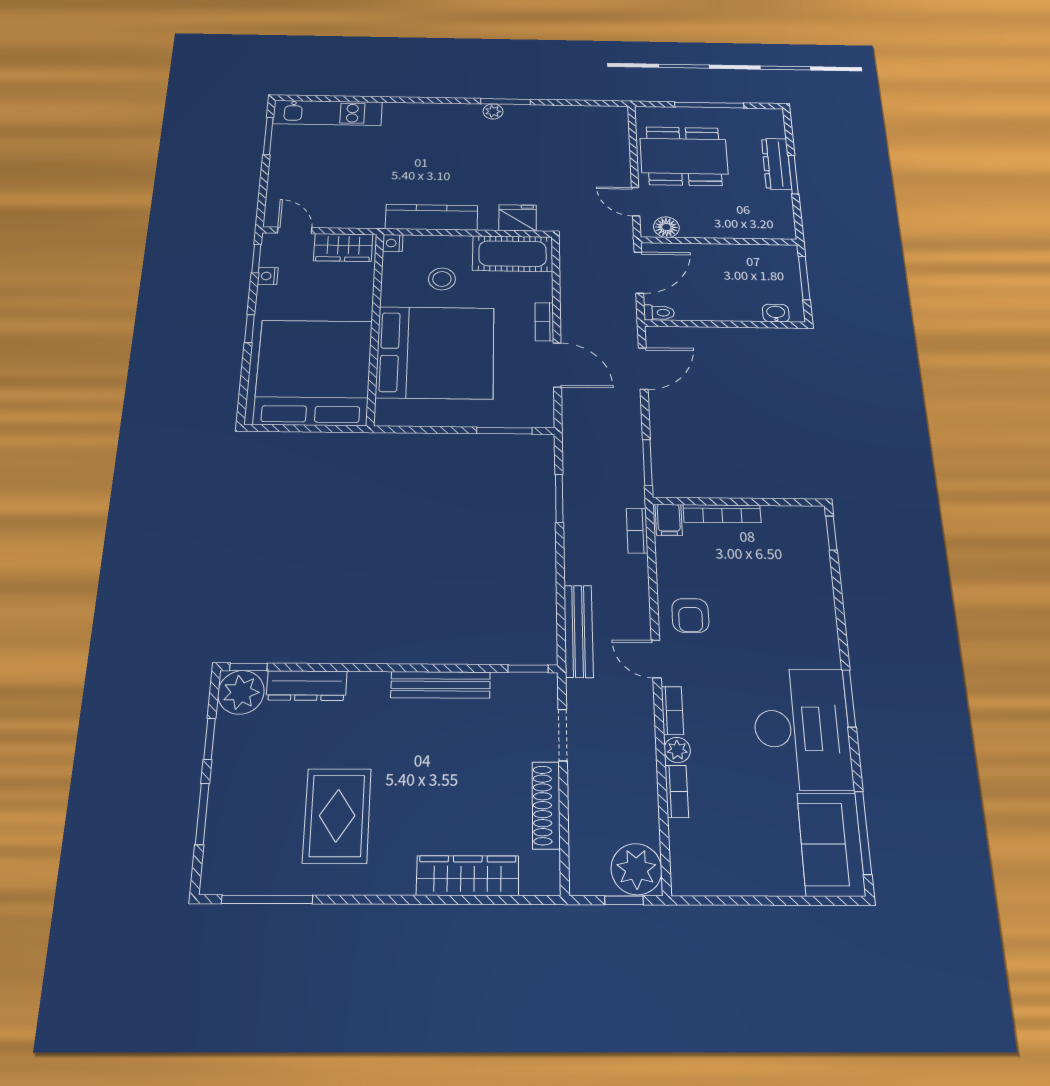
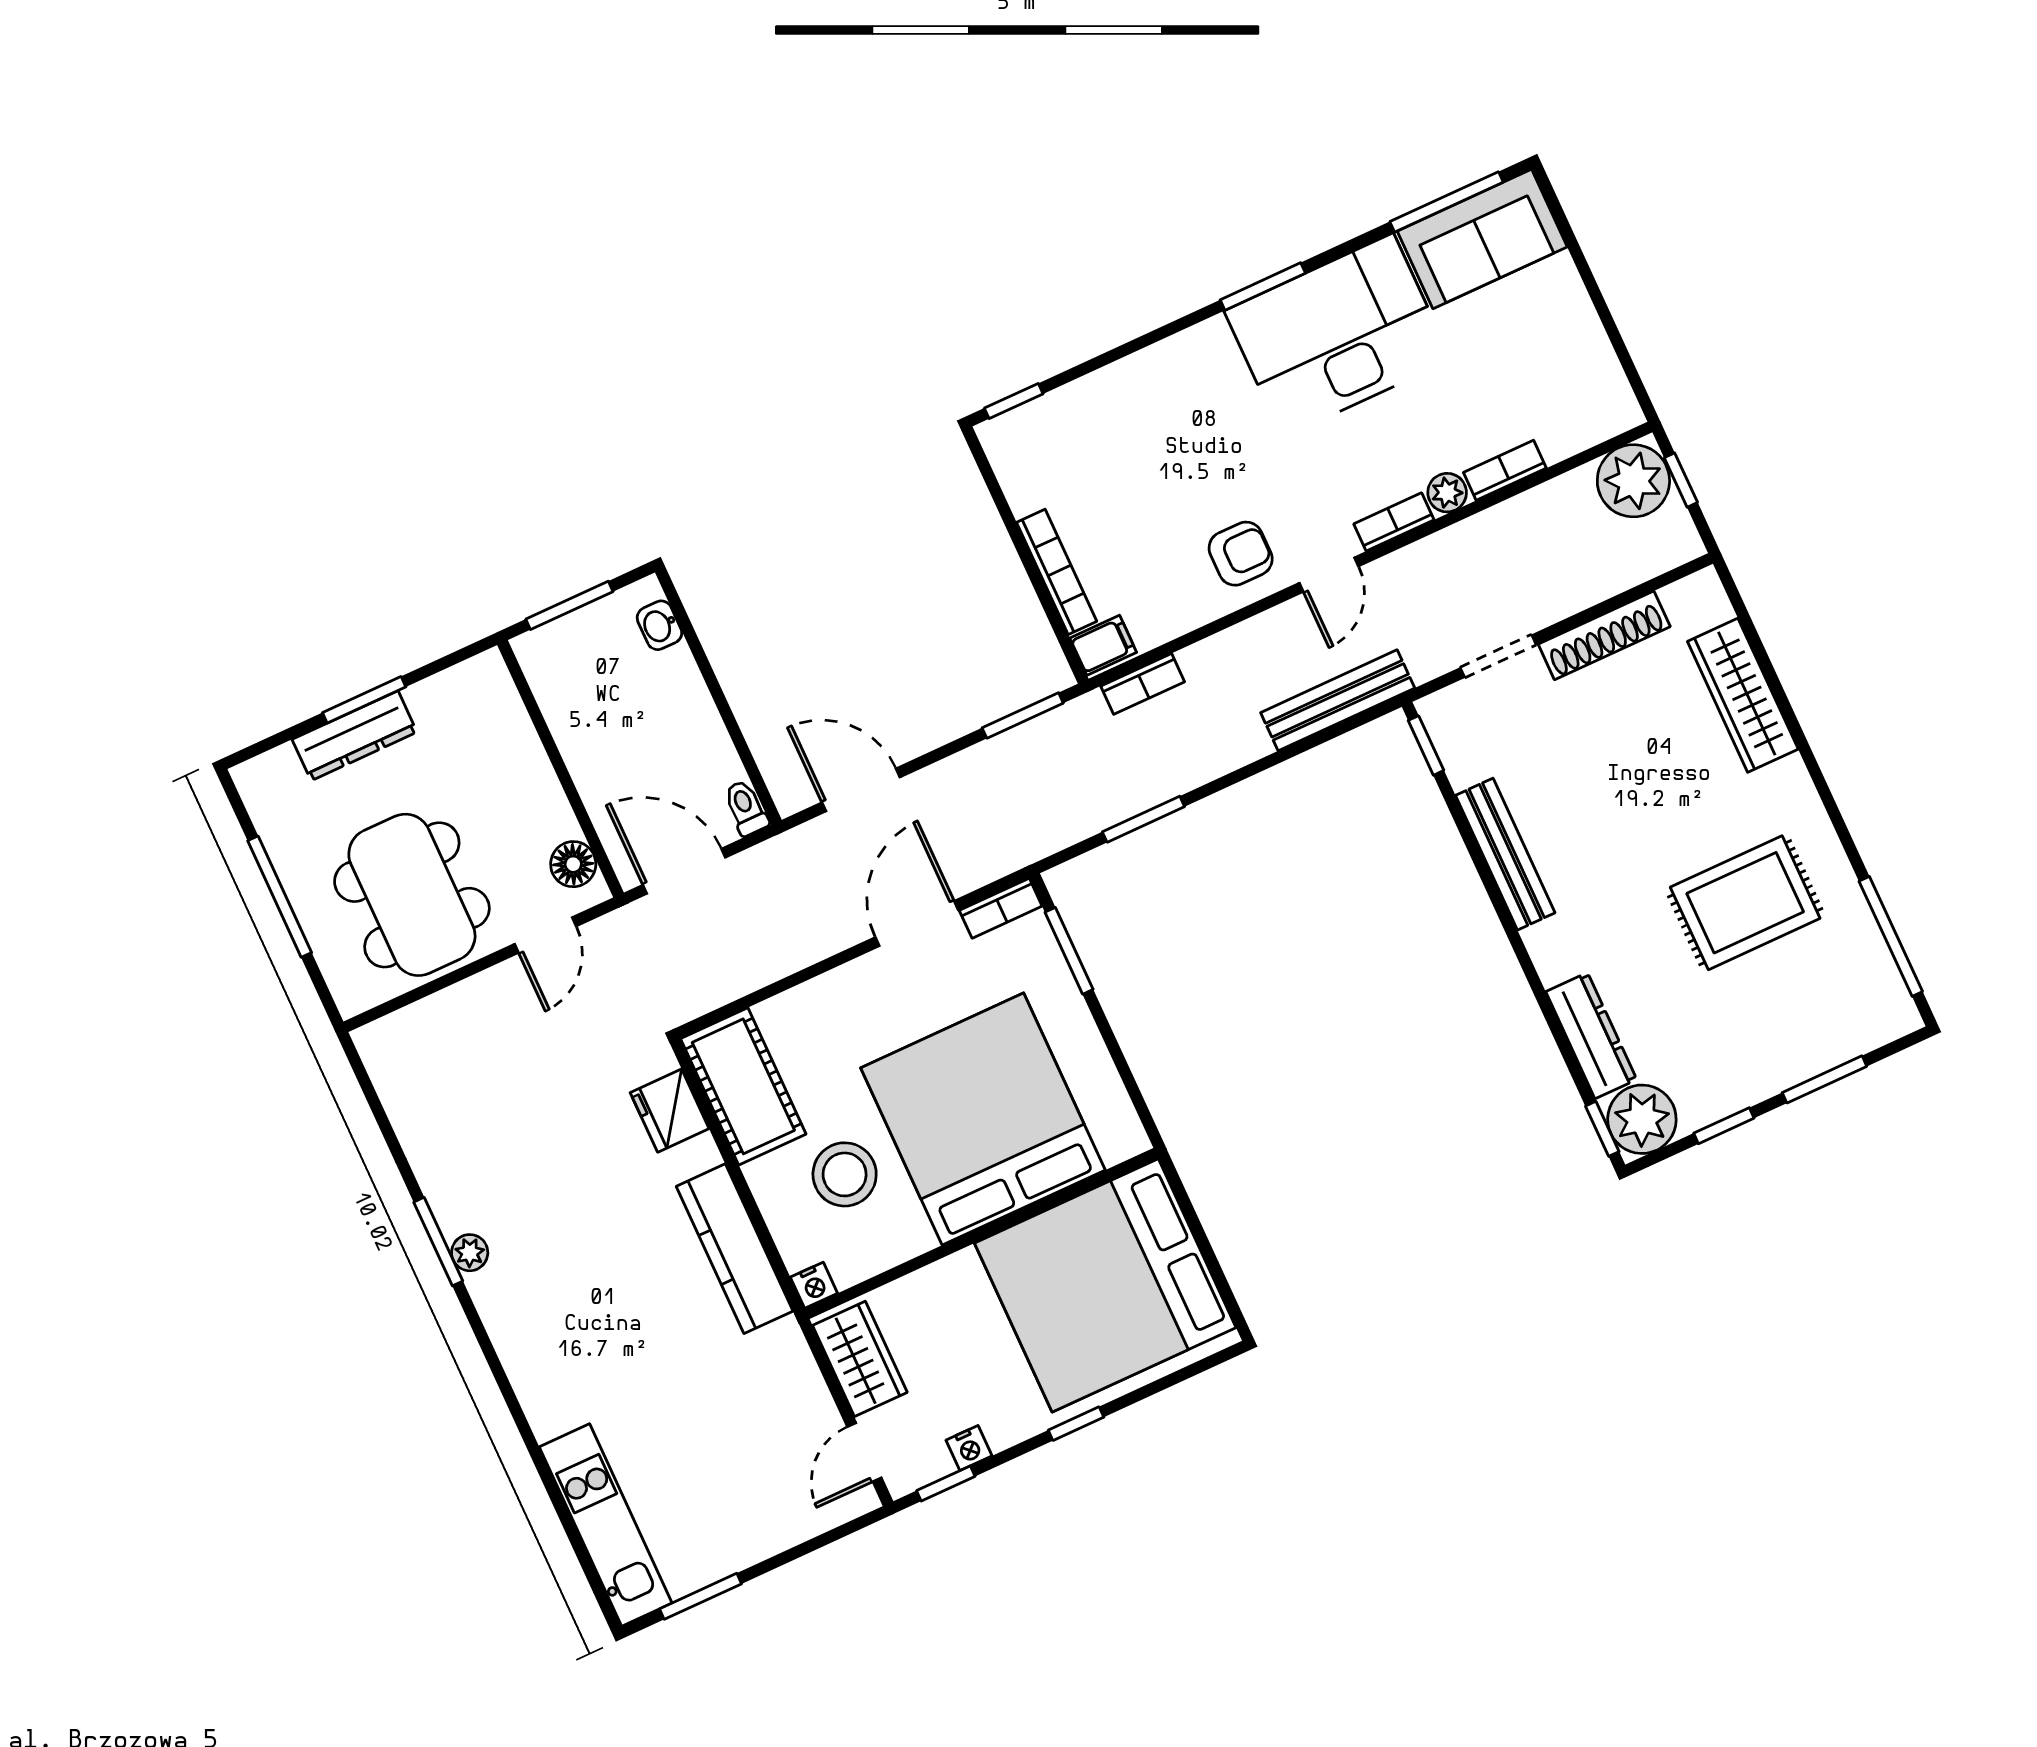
stool: (442, 279) -> (845, 1174), width x1.38, depth x1.38
bookcase: (544, 322) -> (1001, 908), moved

